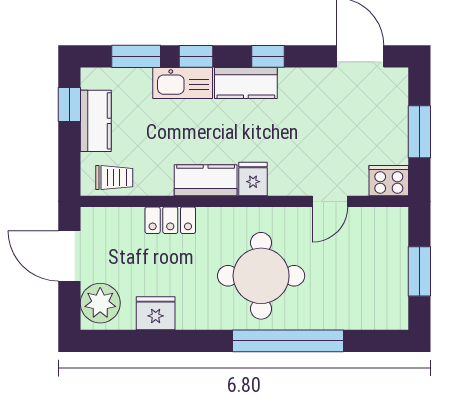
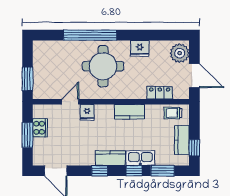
fridge: (253, 179) -> (87, 112), moved
cooker: (389, 181) -> (40, 128), moved, turned -90
locker: (170, 220) -> (160, 93), moved
window: (419, 271) -> (28, 79), moved
fridge: (156, 313) -> (140, 48), moved

